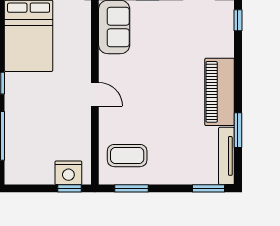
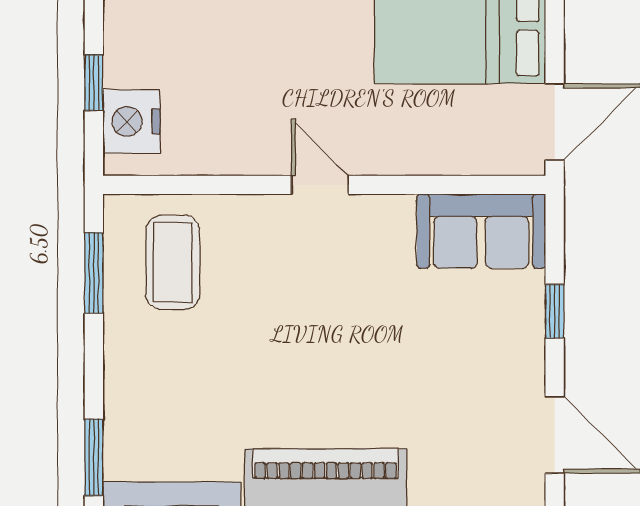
door: (95, 94) -> (320, 185), swing flipped
window: (70, 188) -> (94, 83), moved

